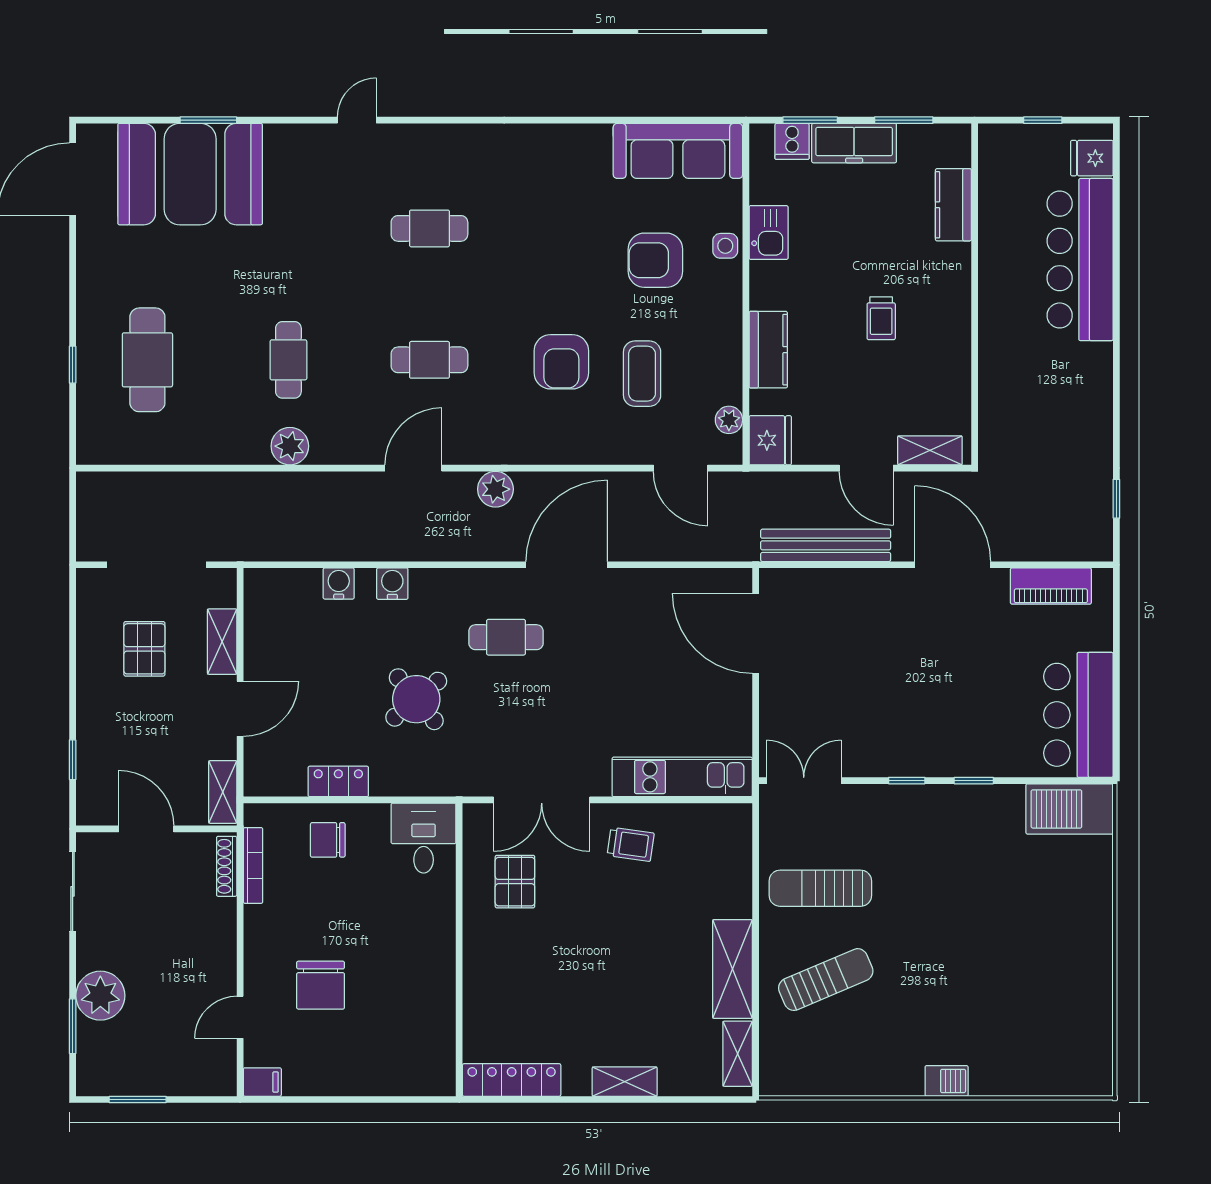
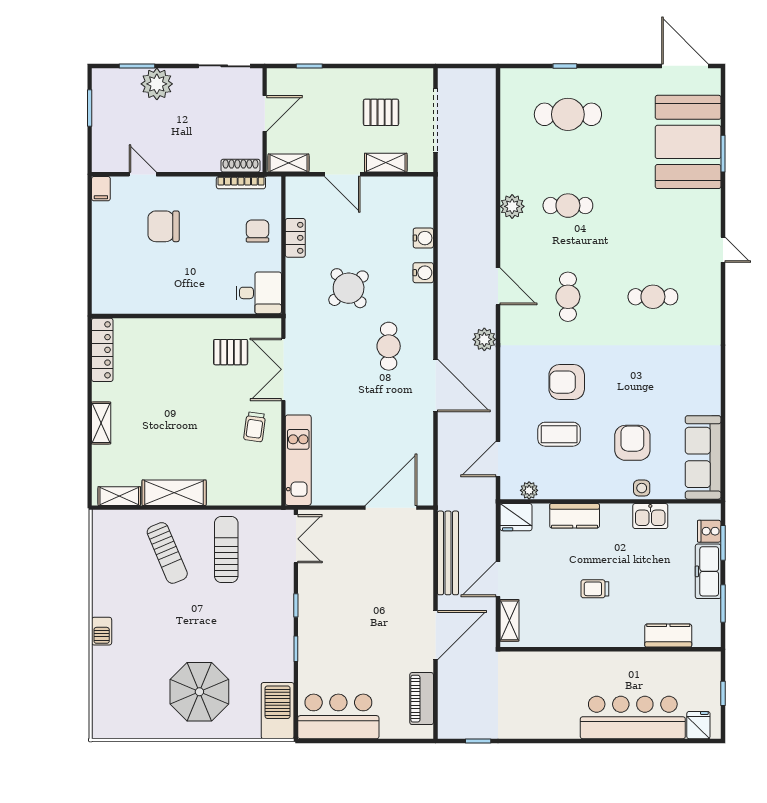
cafe table: (429, 228) -> (653, 297), turned 90
parasol: (1040, 930) -> (199, 692), added

